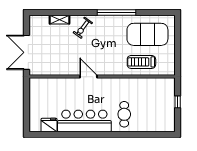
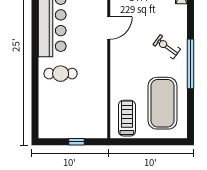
exercise bike: (83, 28) -> (167, 47), moved
treadmill: (141, 62) -> (127, 118), moved

